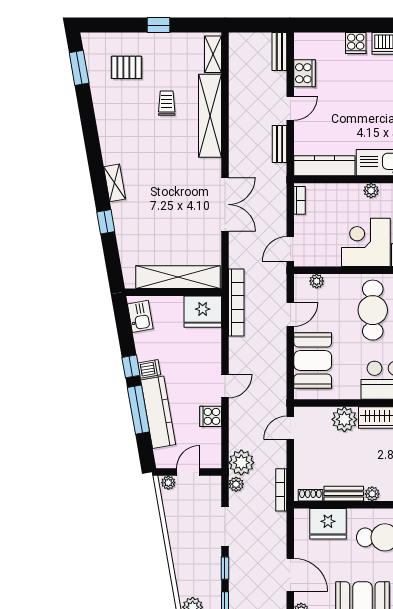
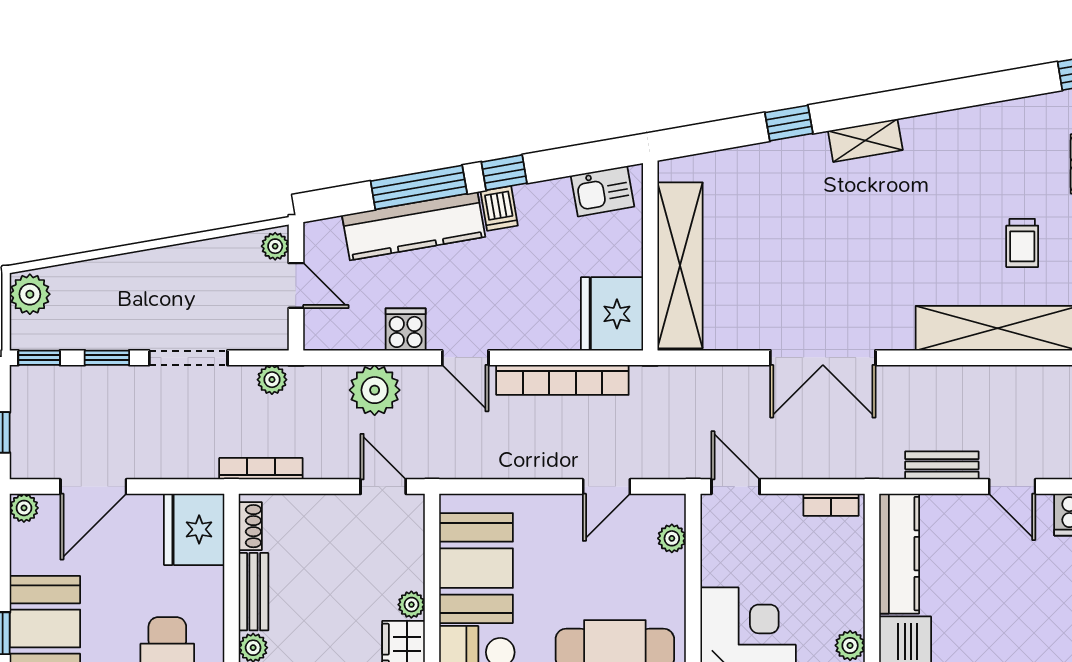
trolley: (167, 103) -> (1022, 243), turned 90
bookcase: (236, 302) -> (562, 380), moved
door: (290, 314) -> (606, 487), hinge flipped
booth: (313, 361) -> (476, 568), moved, turned 90
plant: (344, 419) -> (411, 605), width x0.53, depth x0.53
plant: (241, 463) -> (375, 390), moved
fridge: (328, 524) -> (194, 529), moved

